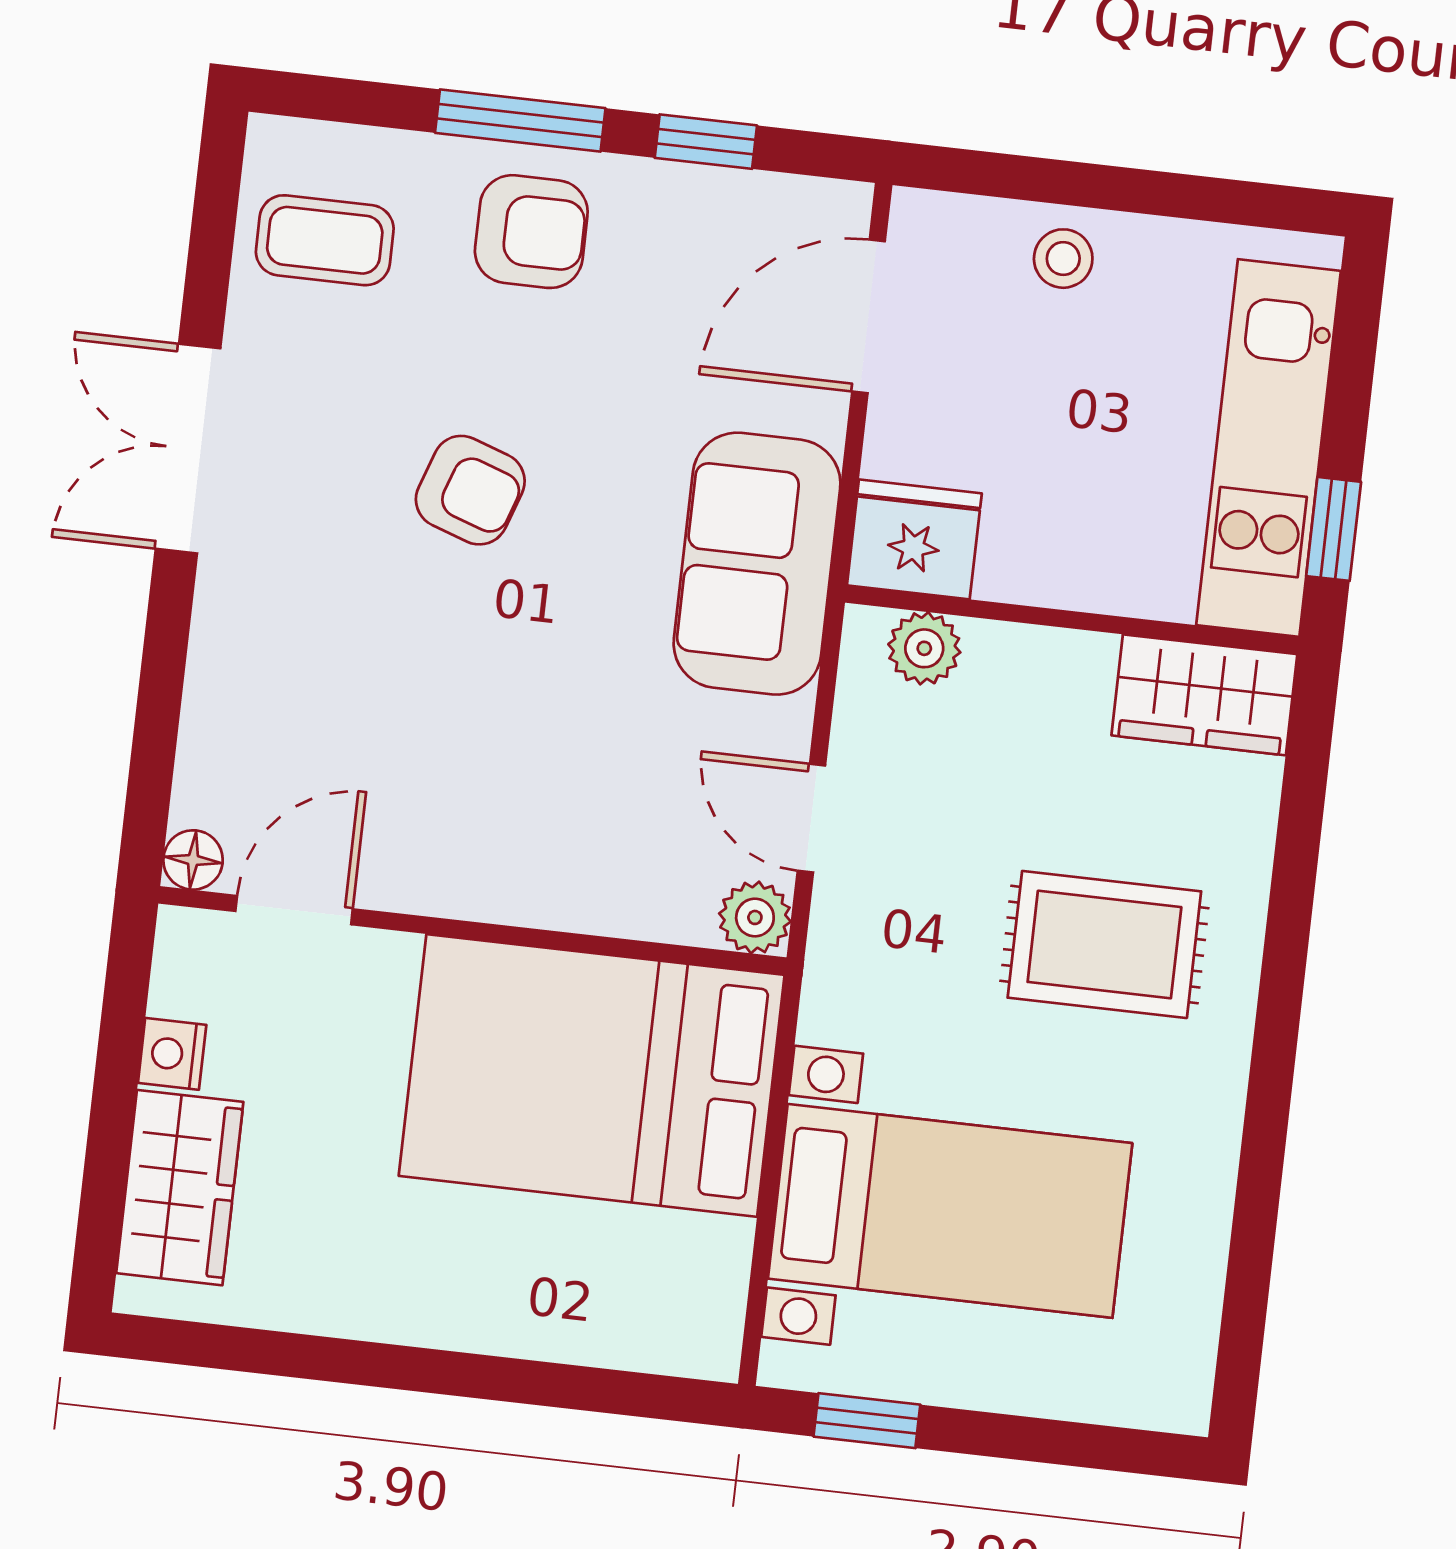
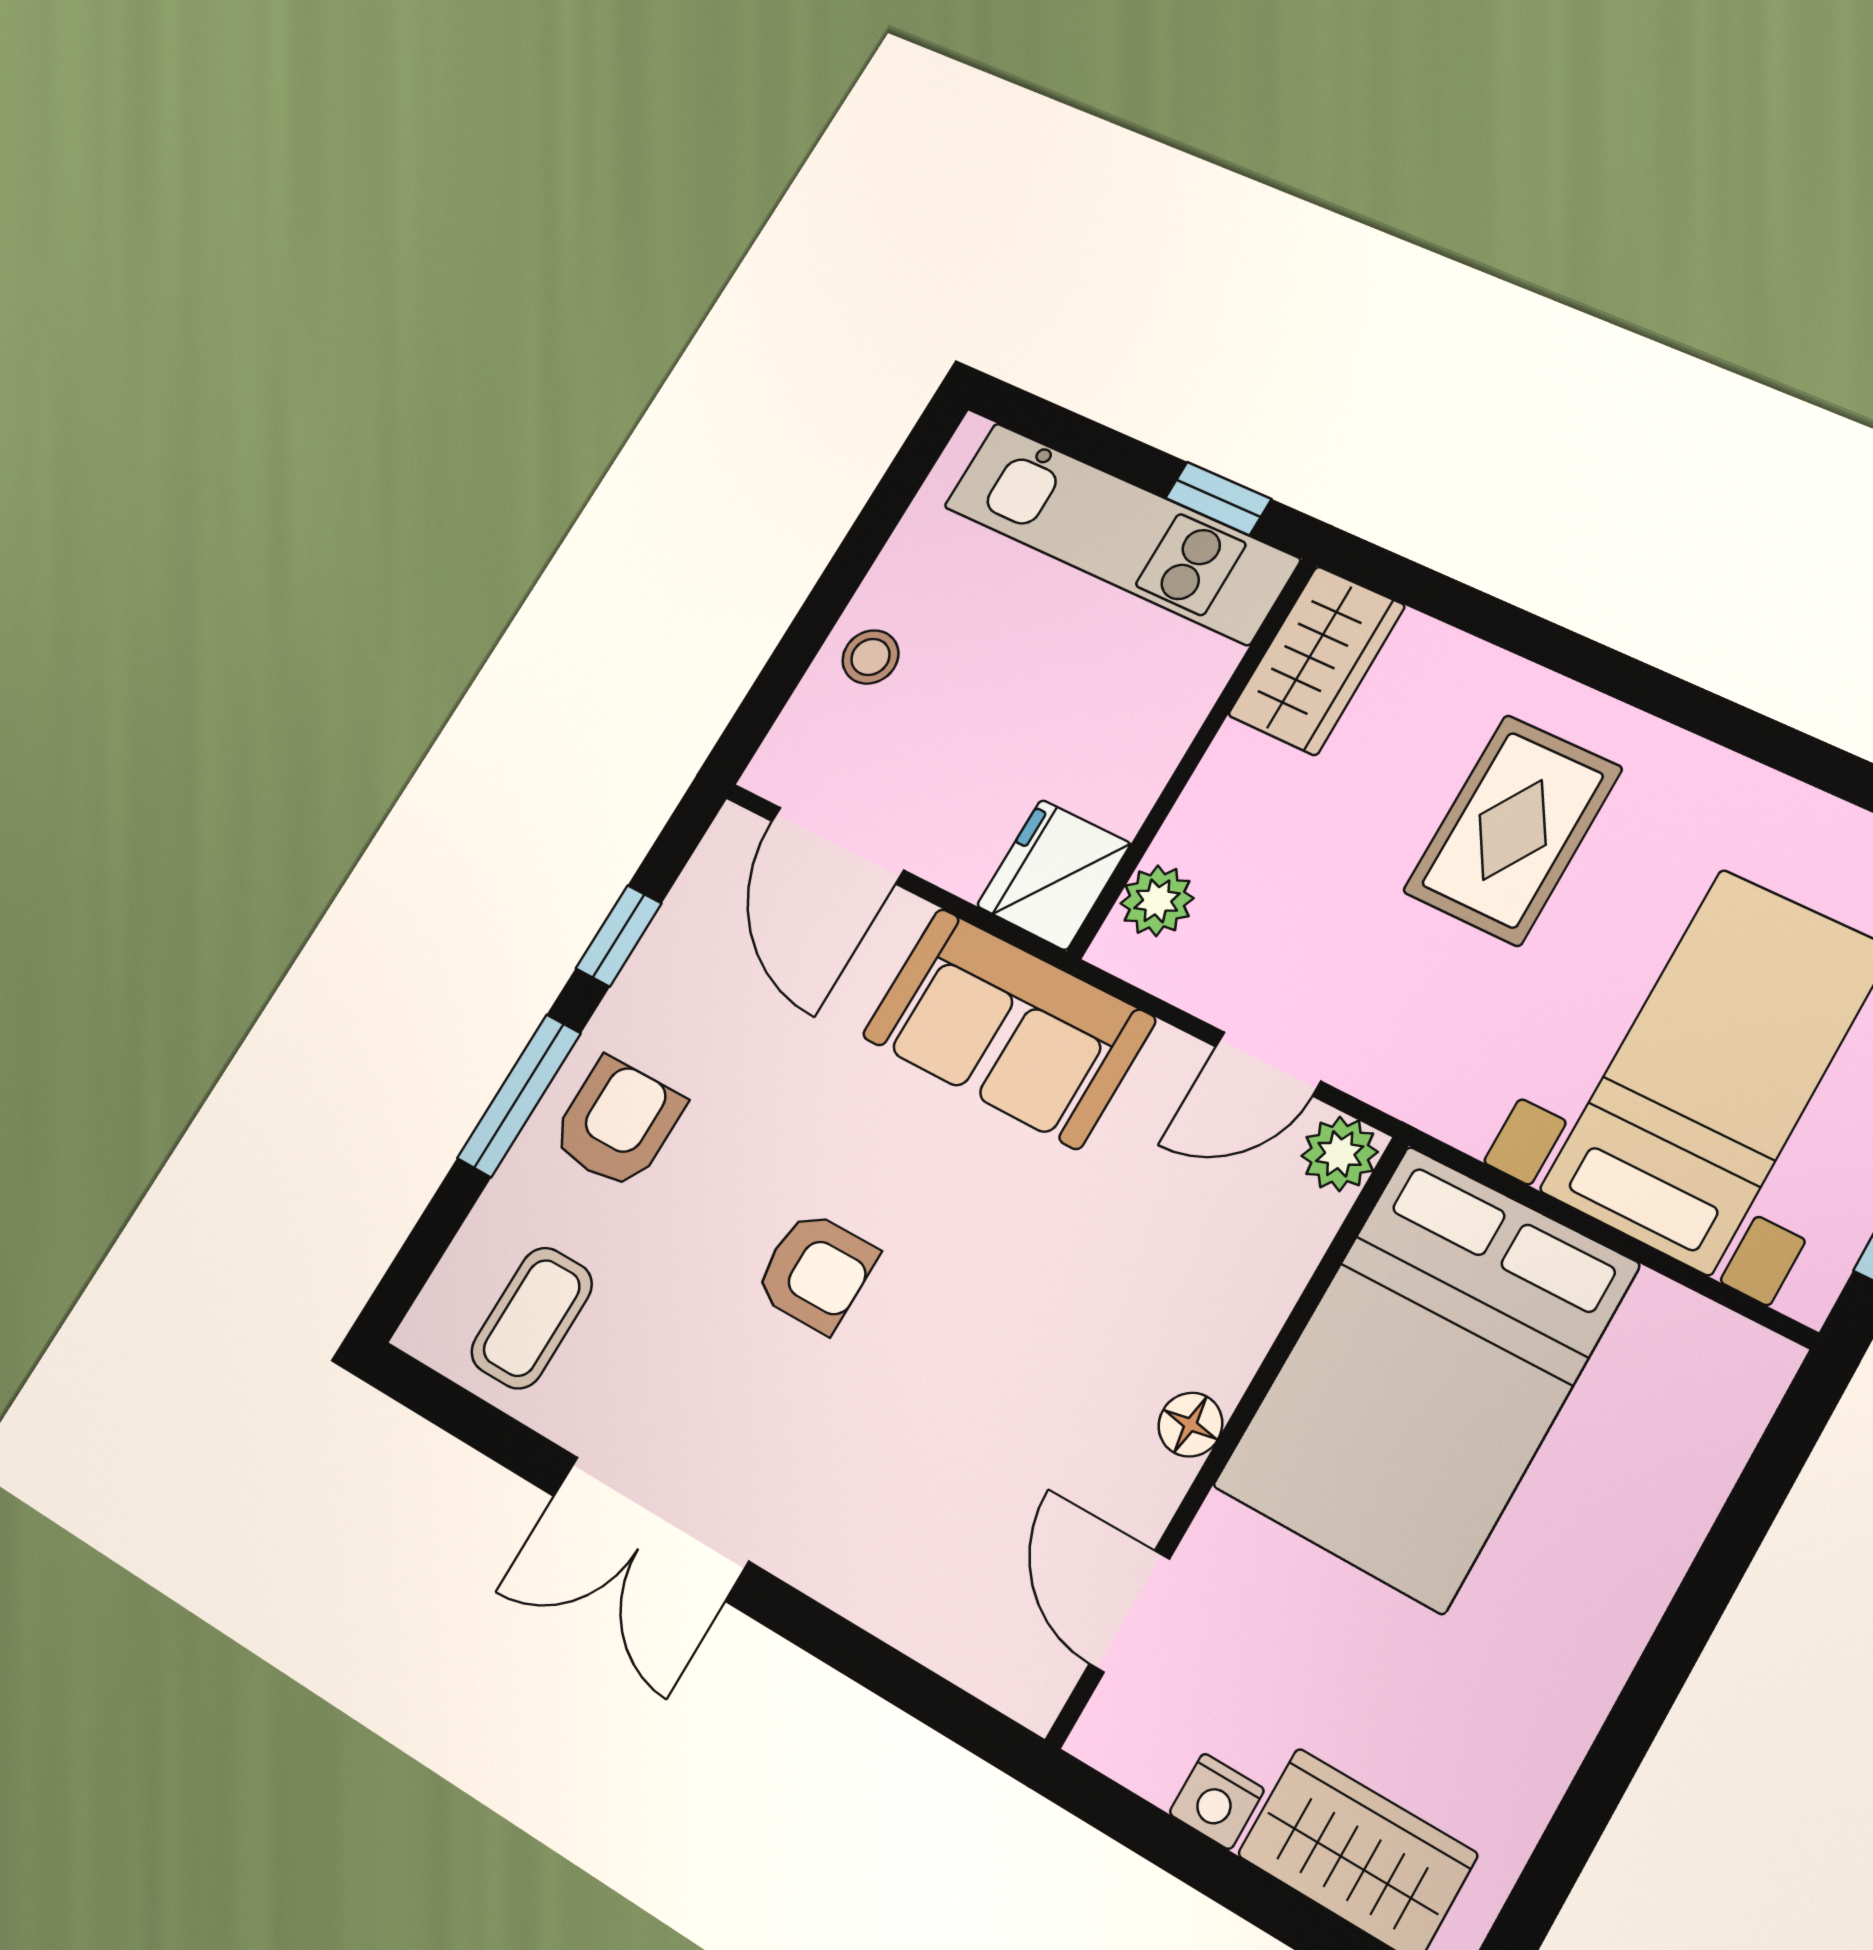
armchair: (470, 490) -> (816, 1272), turned 71
floor lamp: (193, 860) -> (1190, 1425), moved

